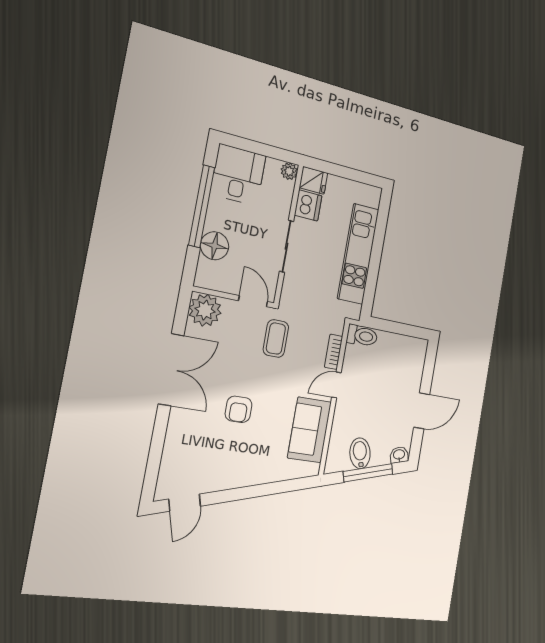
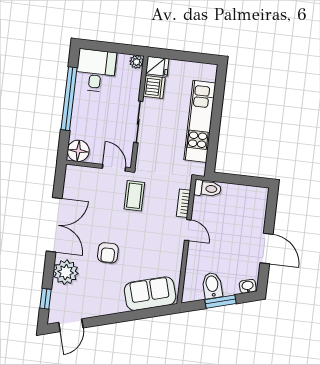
floor lamp: (215, 246) -> (78, 151), moved
plant: (205, 310) -> (66, 272), moved
door: (336, 385) -> (188, 230), swing flipped
door: (422, 411) -> (266, 249), hinge flipped
sofa: (309, 430) -> (150, 294), moved, turned 74
window: (153, 467) -> (46, 299), added
window: (368, 473) -> (221, 302), width x0.69

